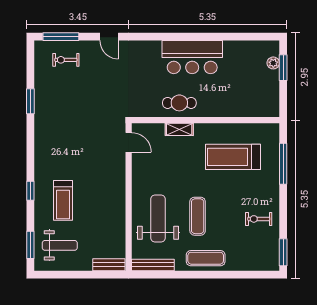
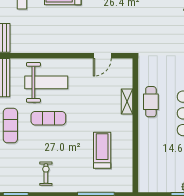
door: (129, 142) -> (102, 56), moved
treadmill: (233, 157) -> (102, 150), width x0.73, depth x0.73

